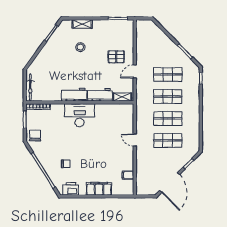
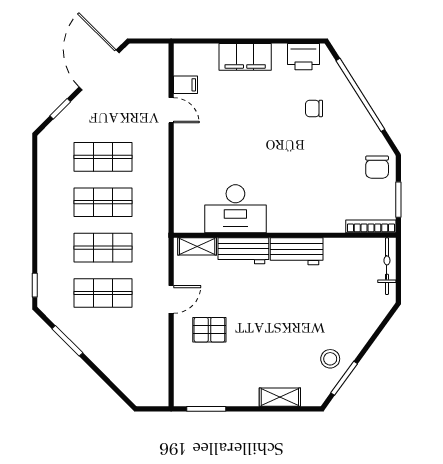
stool: (80, 47) -> (330, 359), moved
desk: (80, 115) -> (235, 209), moved
door: (135, 140) -> (171, 110), moved

